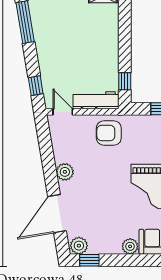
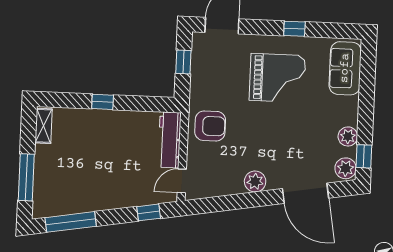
window: (125, 81) -> (103, 102), moved
armchair: (109, 133) -> (210, 126), turned -90
plant: (130, 246) -> (348, 136), moved

